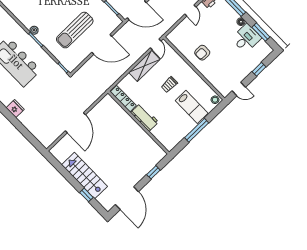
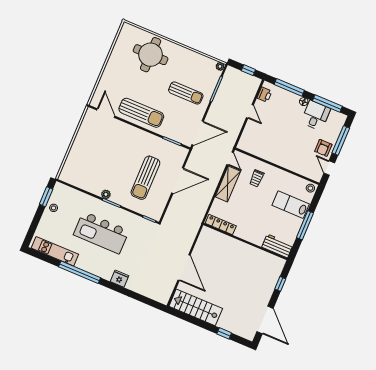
window: (261, 32) -> (327, 104), width x1.44
armchair: (202, 53) -> (323, 148), moved
window: (259, 69) -> (341, 140), width x2.17
trolley: (169, 85) -> (257, 178), moved
door: (239, 89) -> (329, 168), swing flipped
lab bench: (192, 107) -> (291, 205), turned 180
workbench: (145, 117) -> (277, 246), moved
stairs: (84, 176) -> (196, 307), moved

